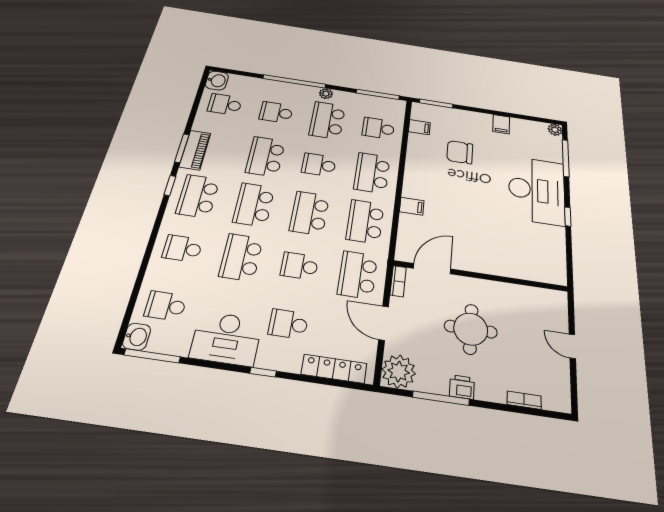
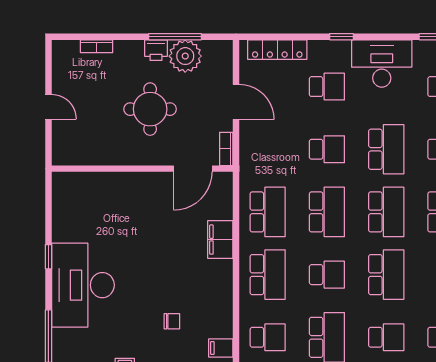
chair: (460, 152) -> (172, 321), width x0.54, depth x0.54
filing cabinet: (412, 206) -> (220, 240), width x2.00
school desk: (358, 275) -> (268, 149), removed
plant: (399, 371) -> (185, 56), moved

